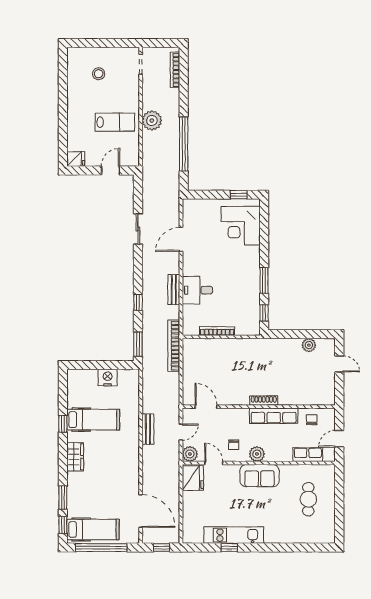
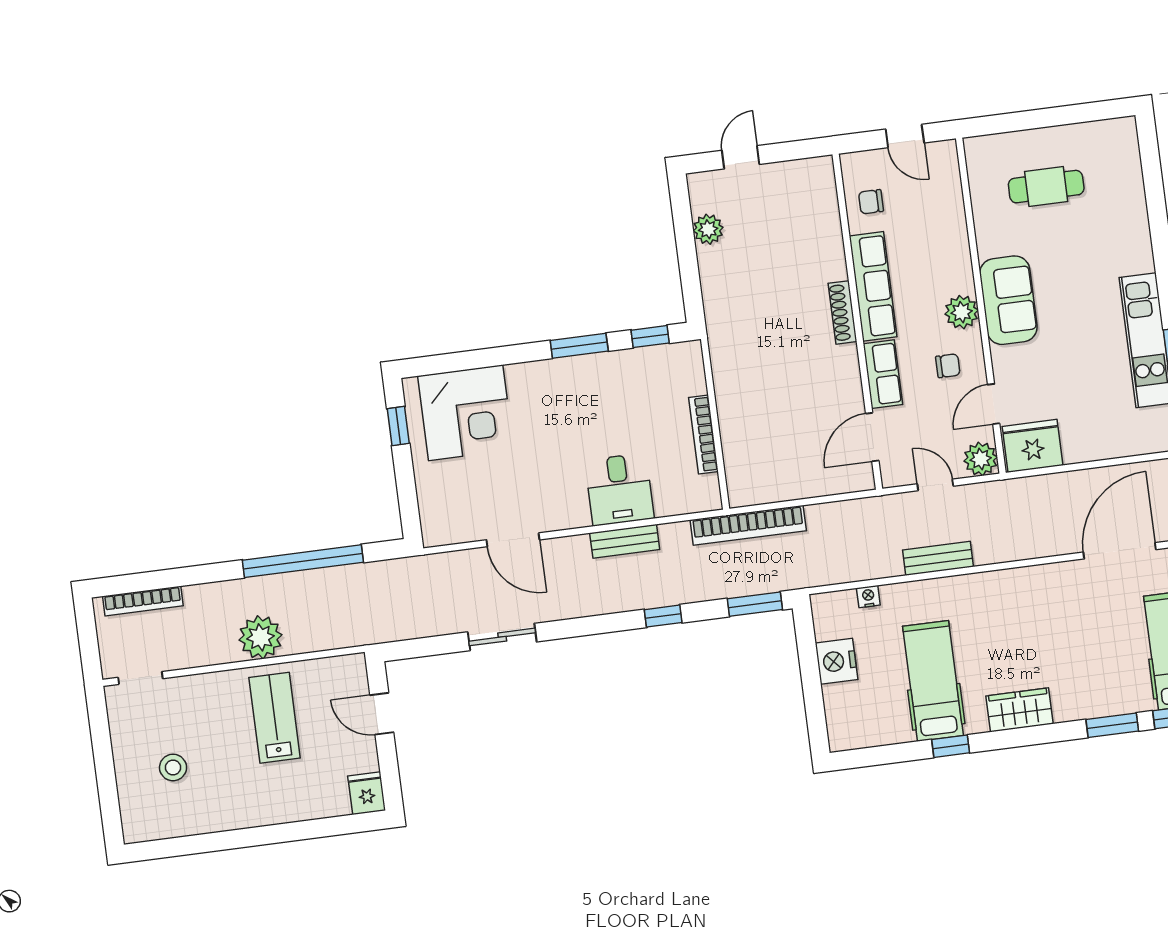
nightstand: (135, 396) -> (868, 597), added
row of seats: (308, 455) -> (883, 374), moved, turned 180

